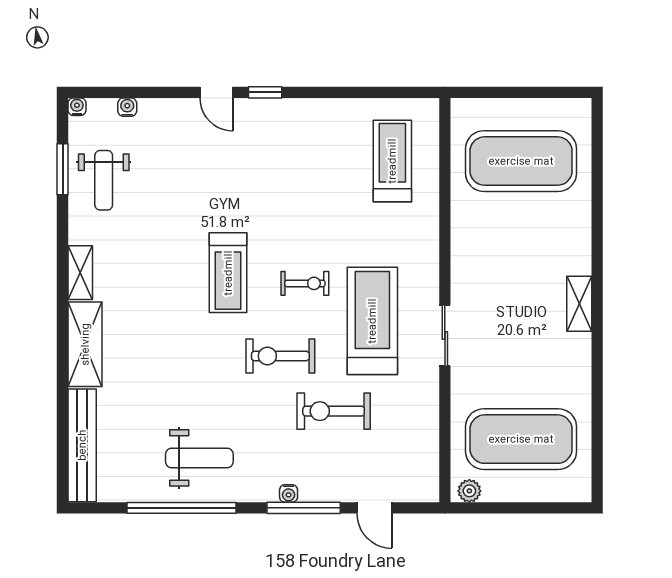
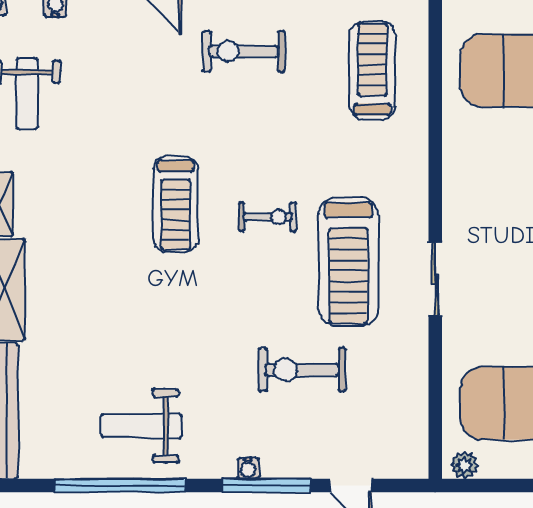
treadmill: (372, 321) -> (348, 262), turned 180
exercise bike: (280, 356) -> (244, 51), moved
weight bench: (199, 458) -> (141, 426), turned 180

